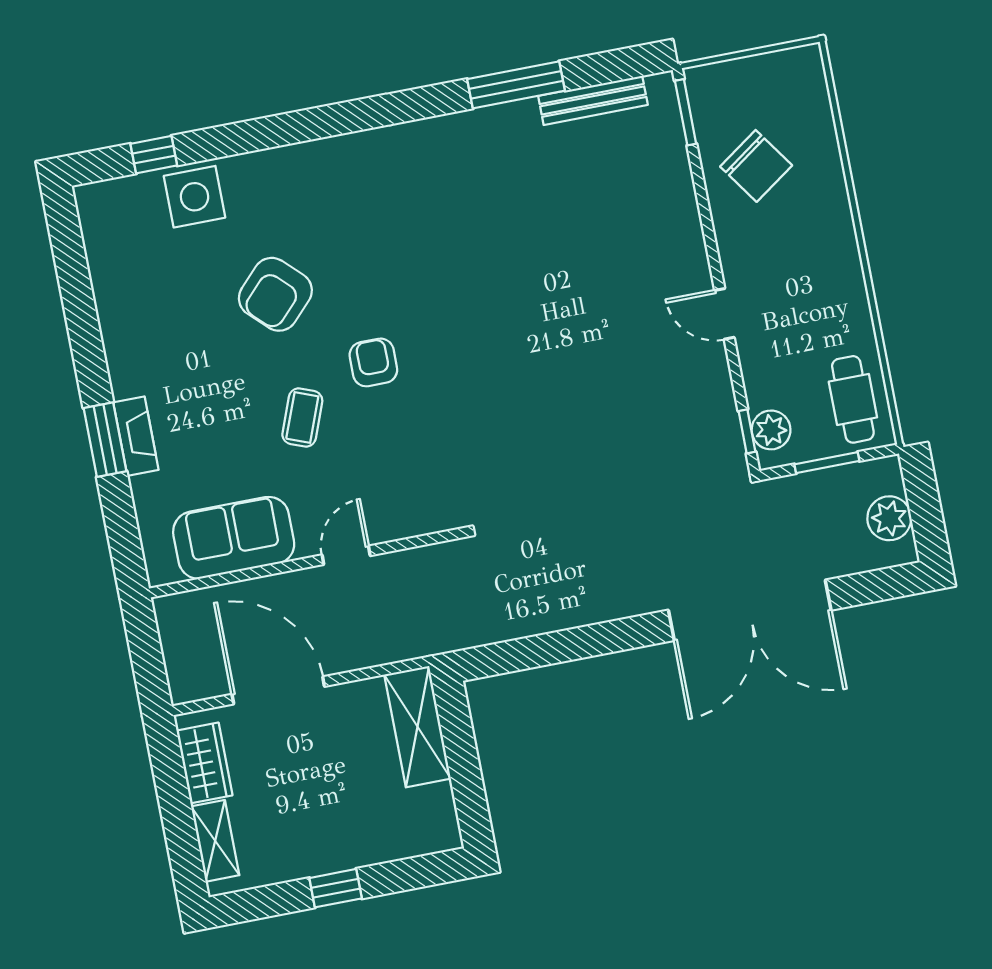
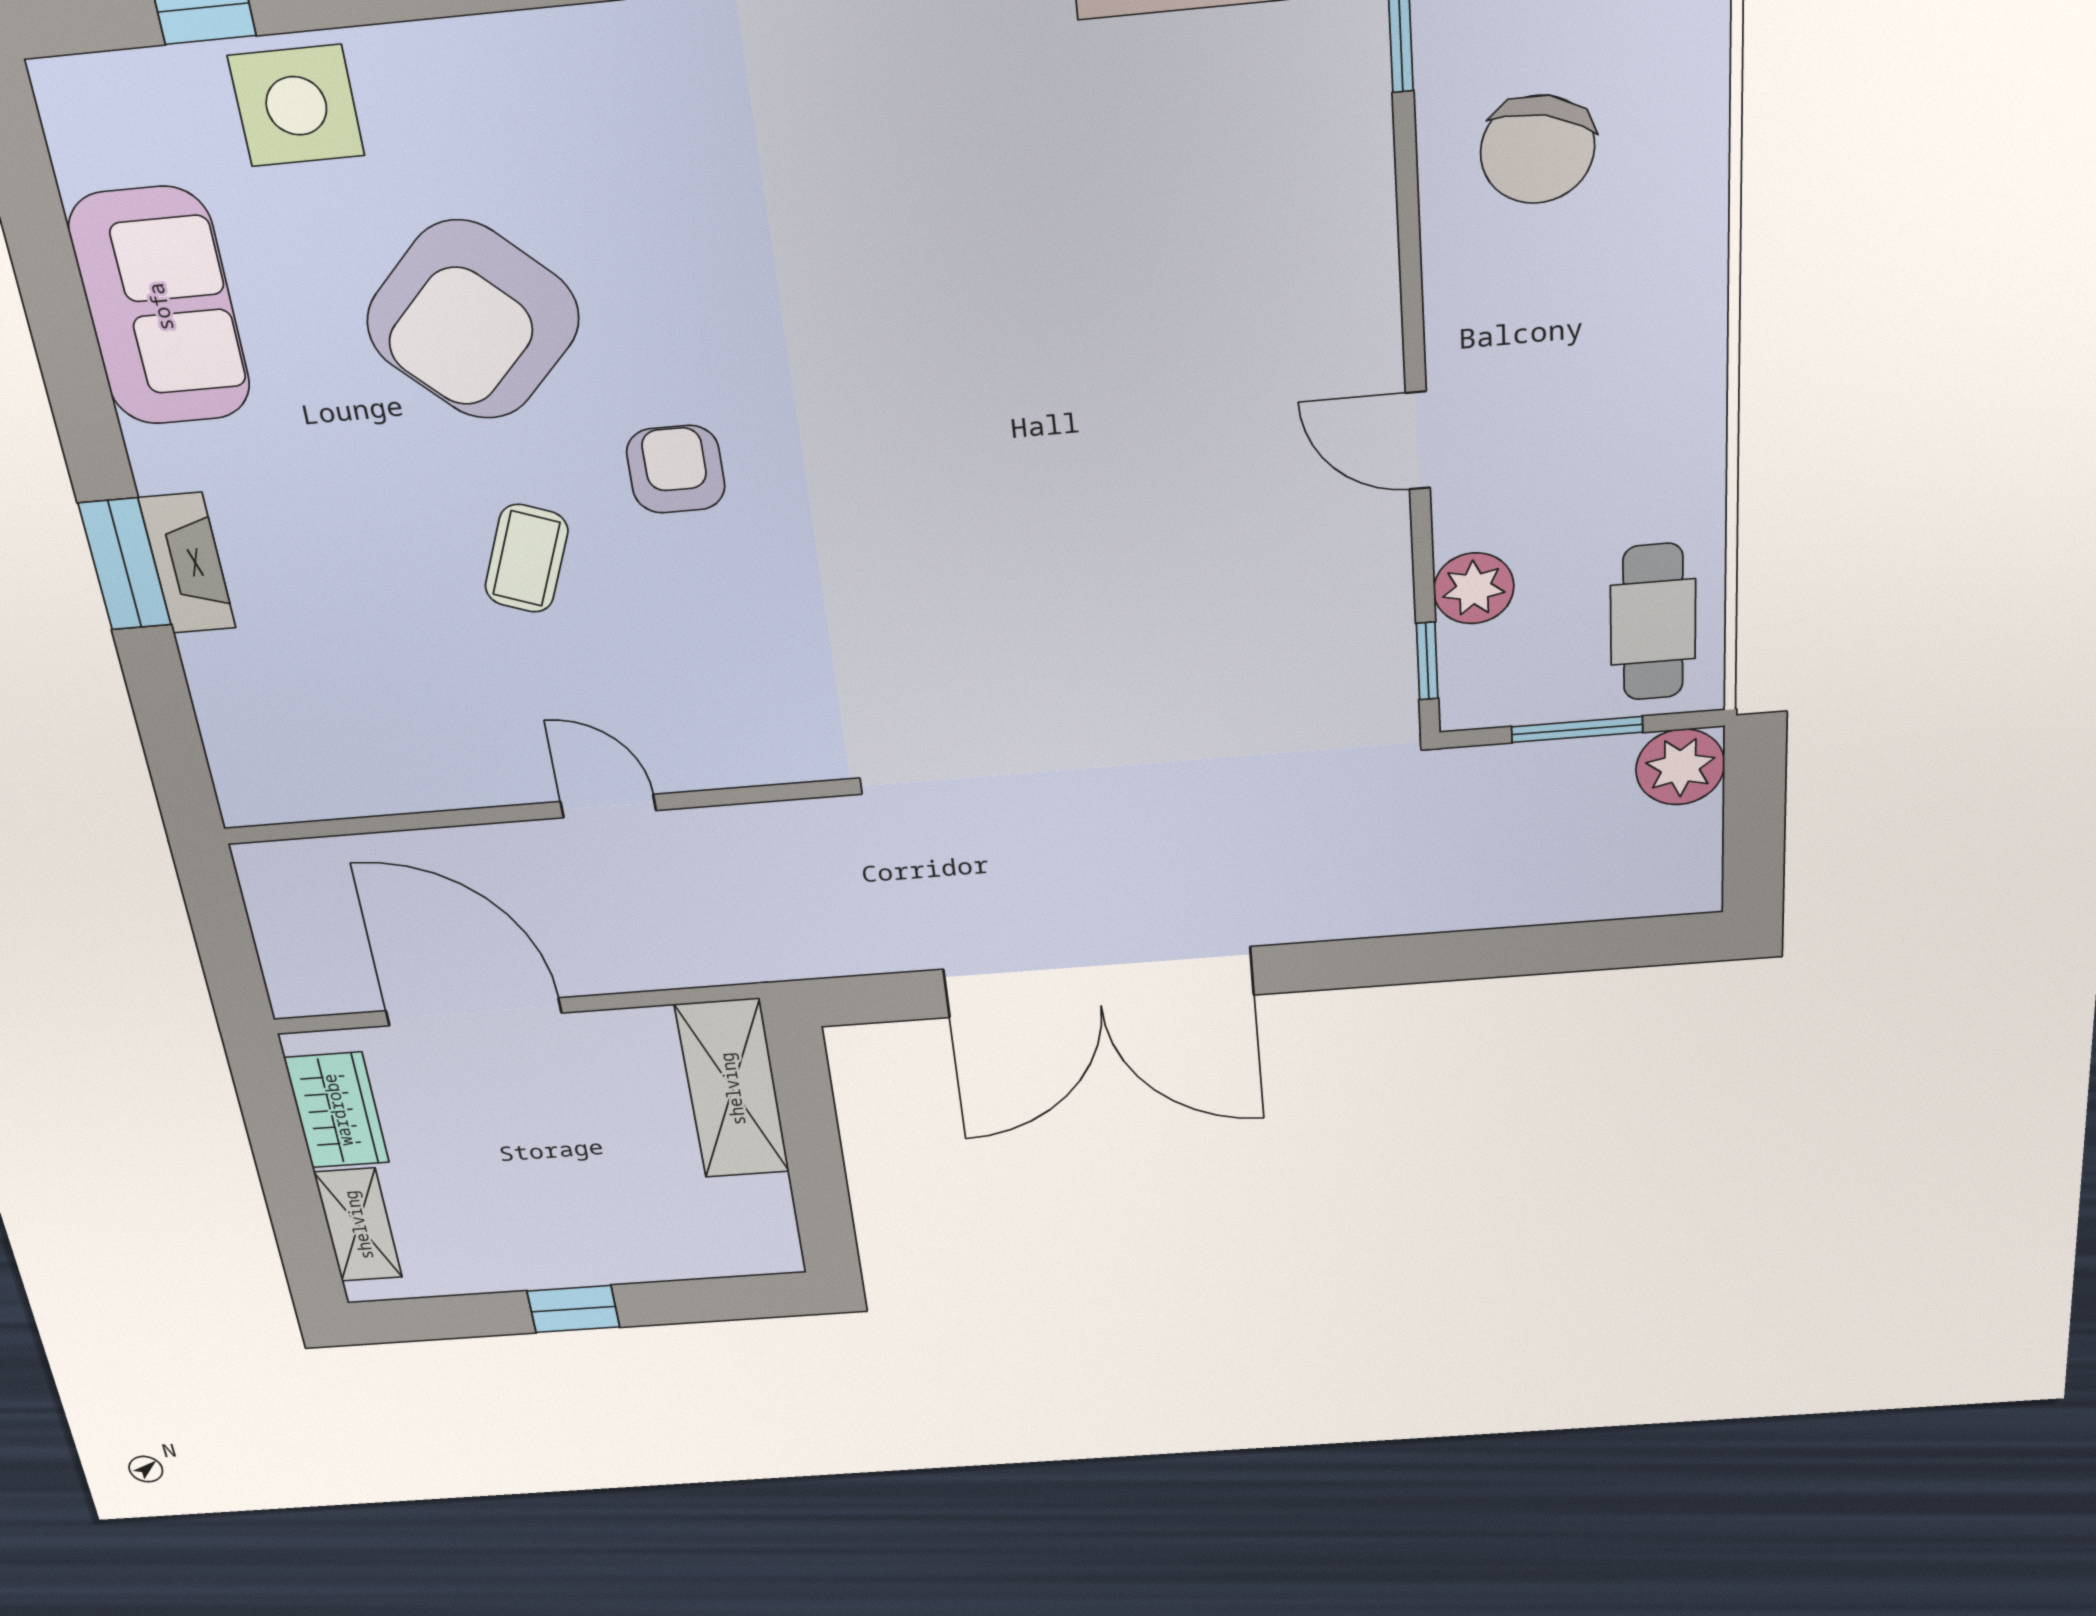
chair: (756, 166) -> (1537, 149), turned 48
armchair: (275, 294) -> (473, 320), width x1.36, depth x1.36
plant: (771, 430) -> (1474, 588), moved
plant: (889, 518) -> (1680, 767), moved
sofa: (234, 538) -> (160, 307), moved, turned 90
door: (346, 555) -> (608, 806), hinge flipped
double door: (750, 610) -> (1099, 982), moved

